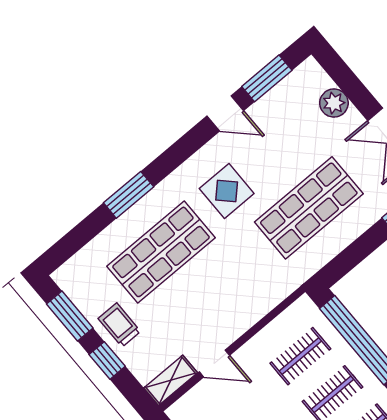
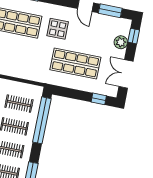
window: (341, 73) -> (134, 36), added

